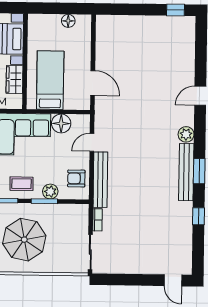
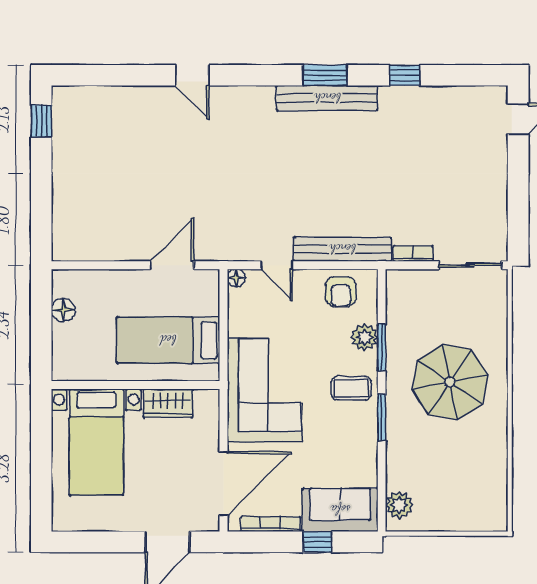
floor lamp: (61, 123) -> (236, 278), moved, width x0.53, depth x0.53
plant: (186, 134) -> (260, 99), removed
coffee table: (22, 184) -> (351, 388), turned 90

